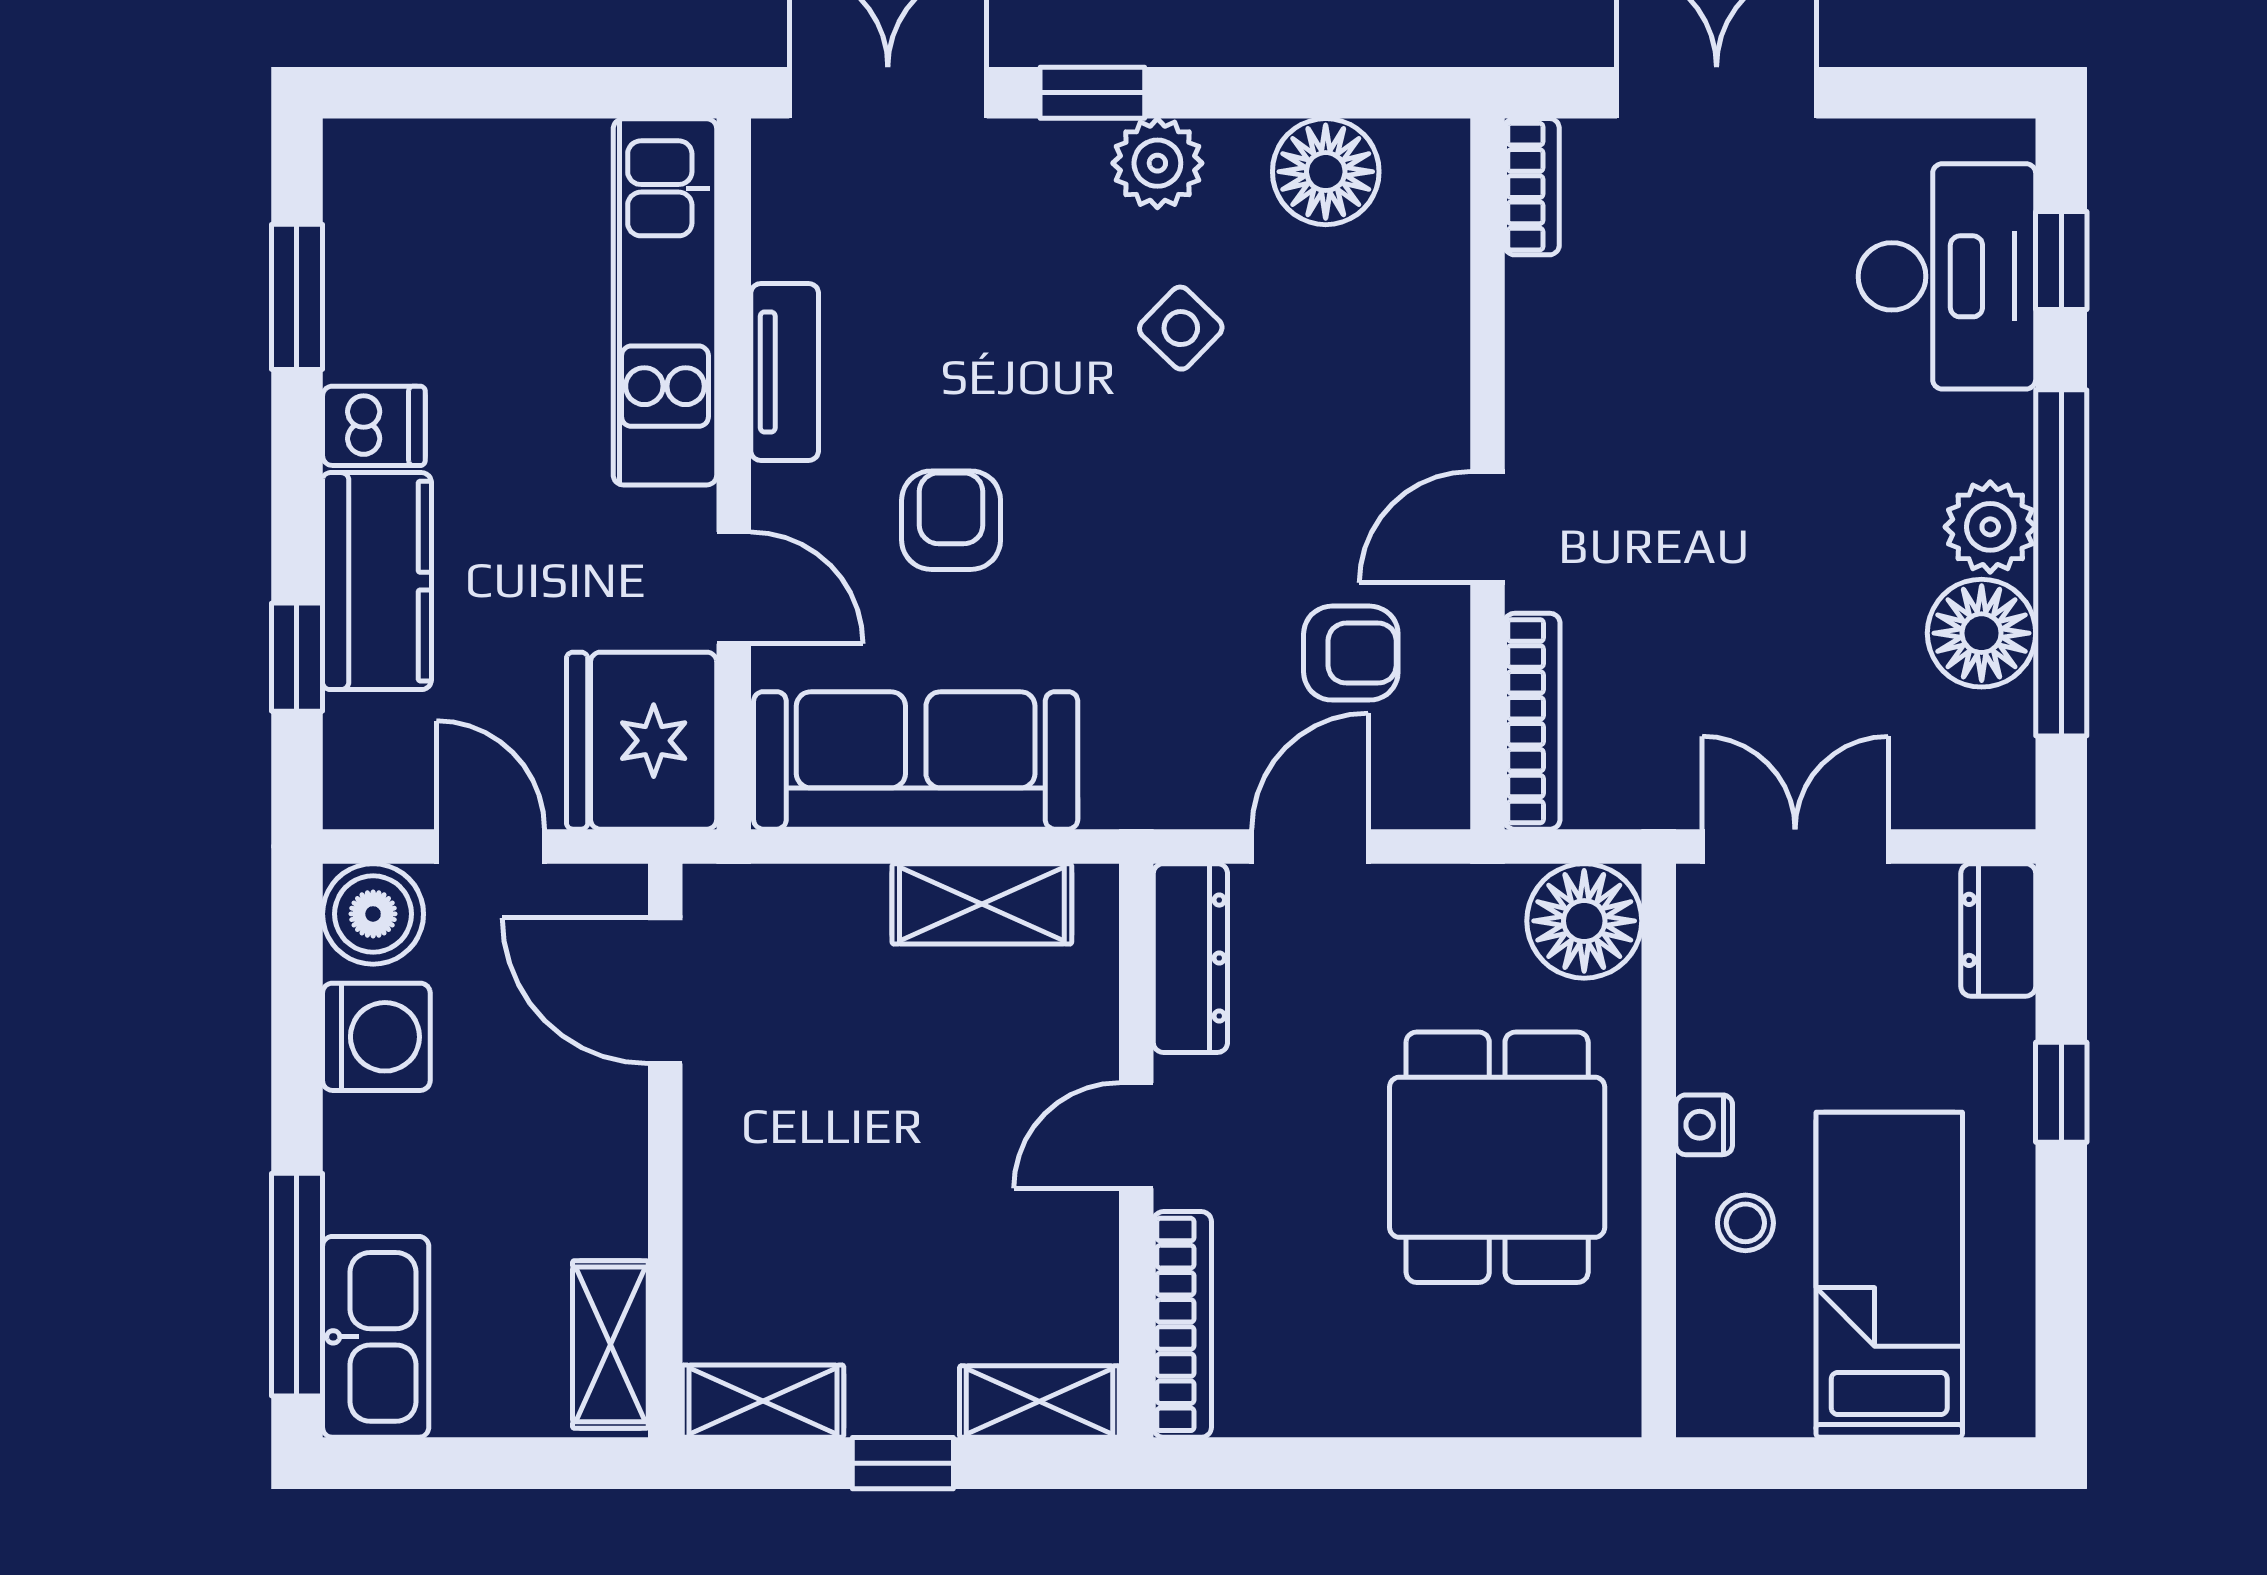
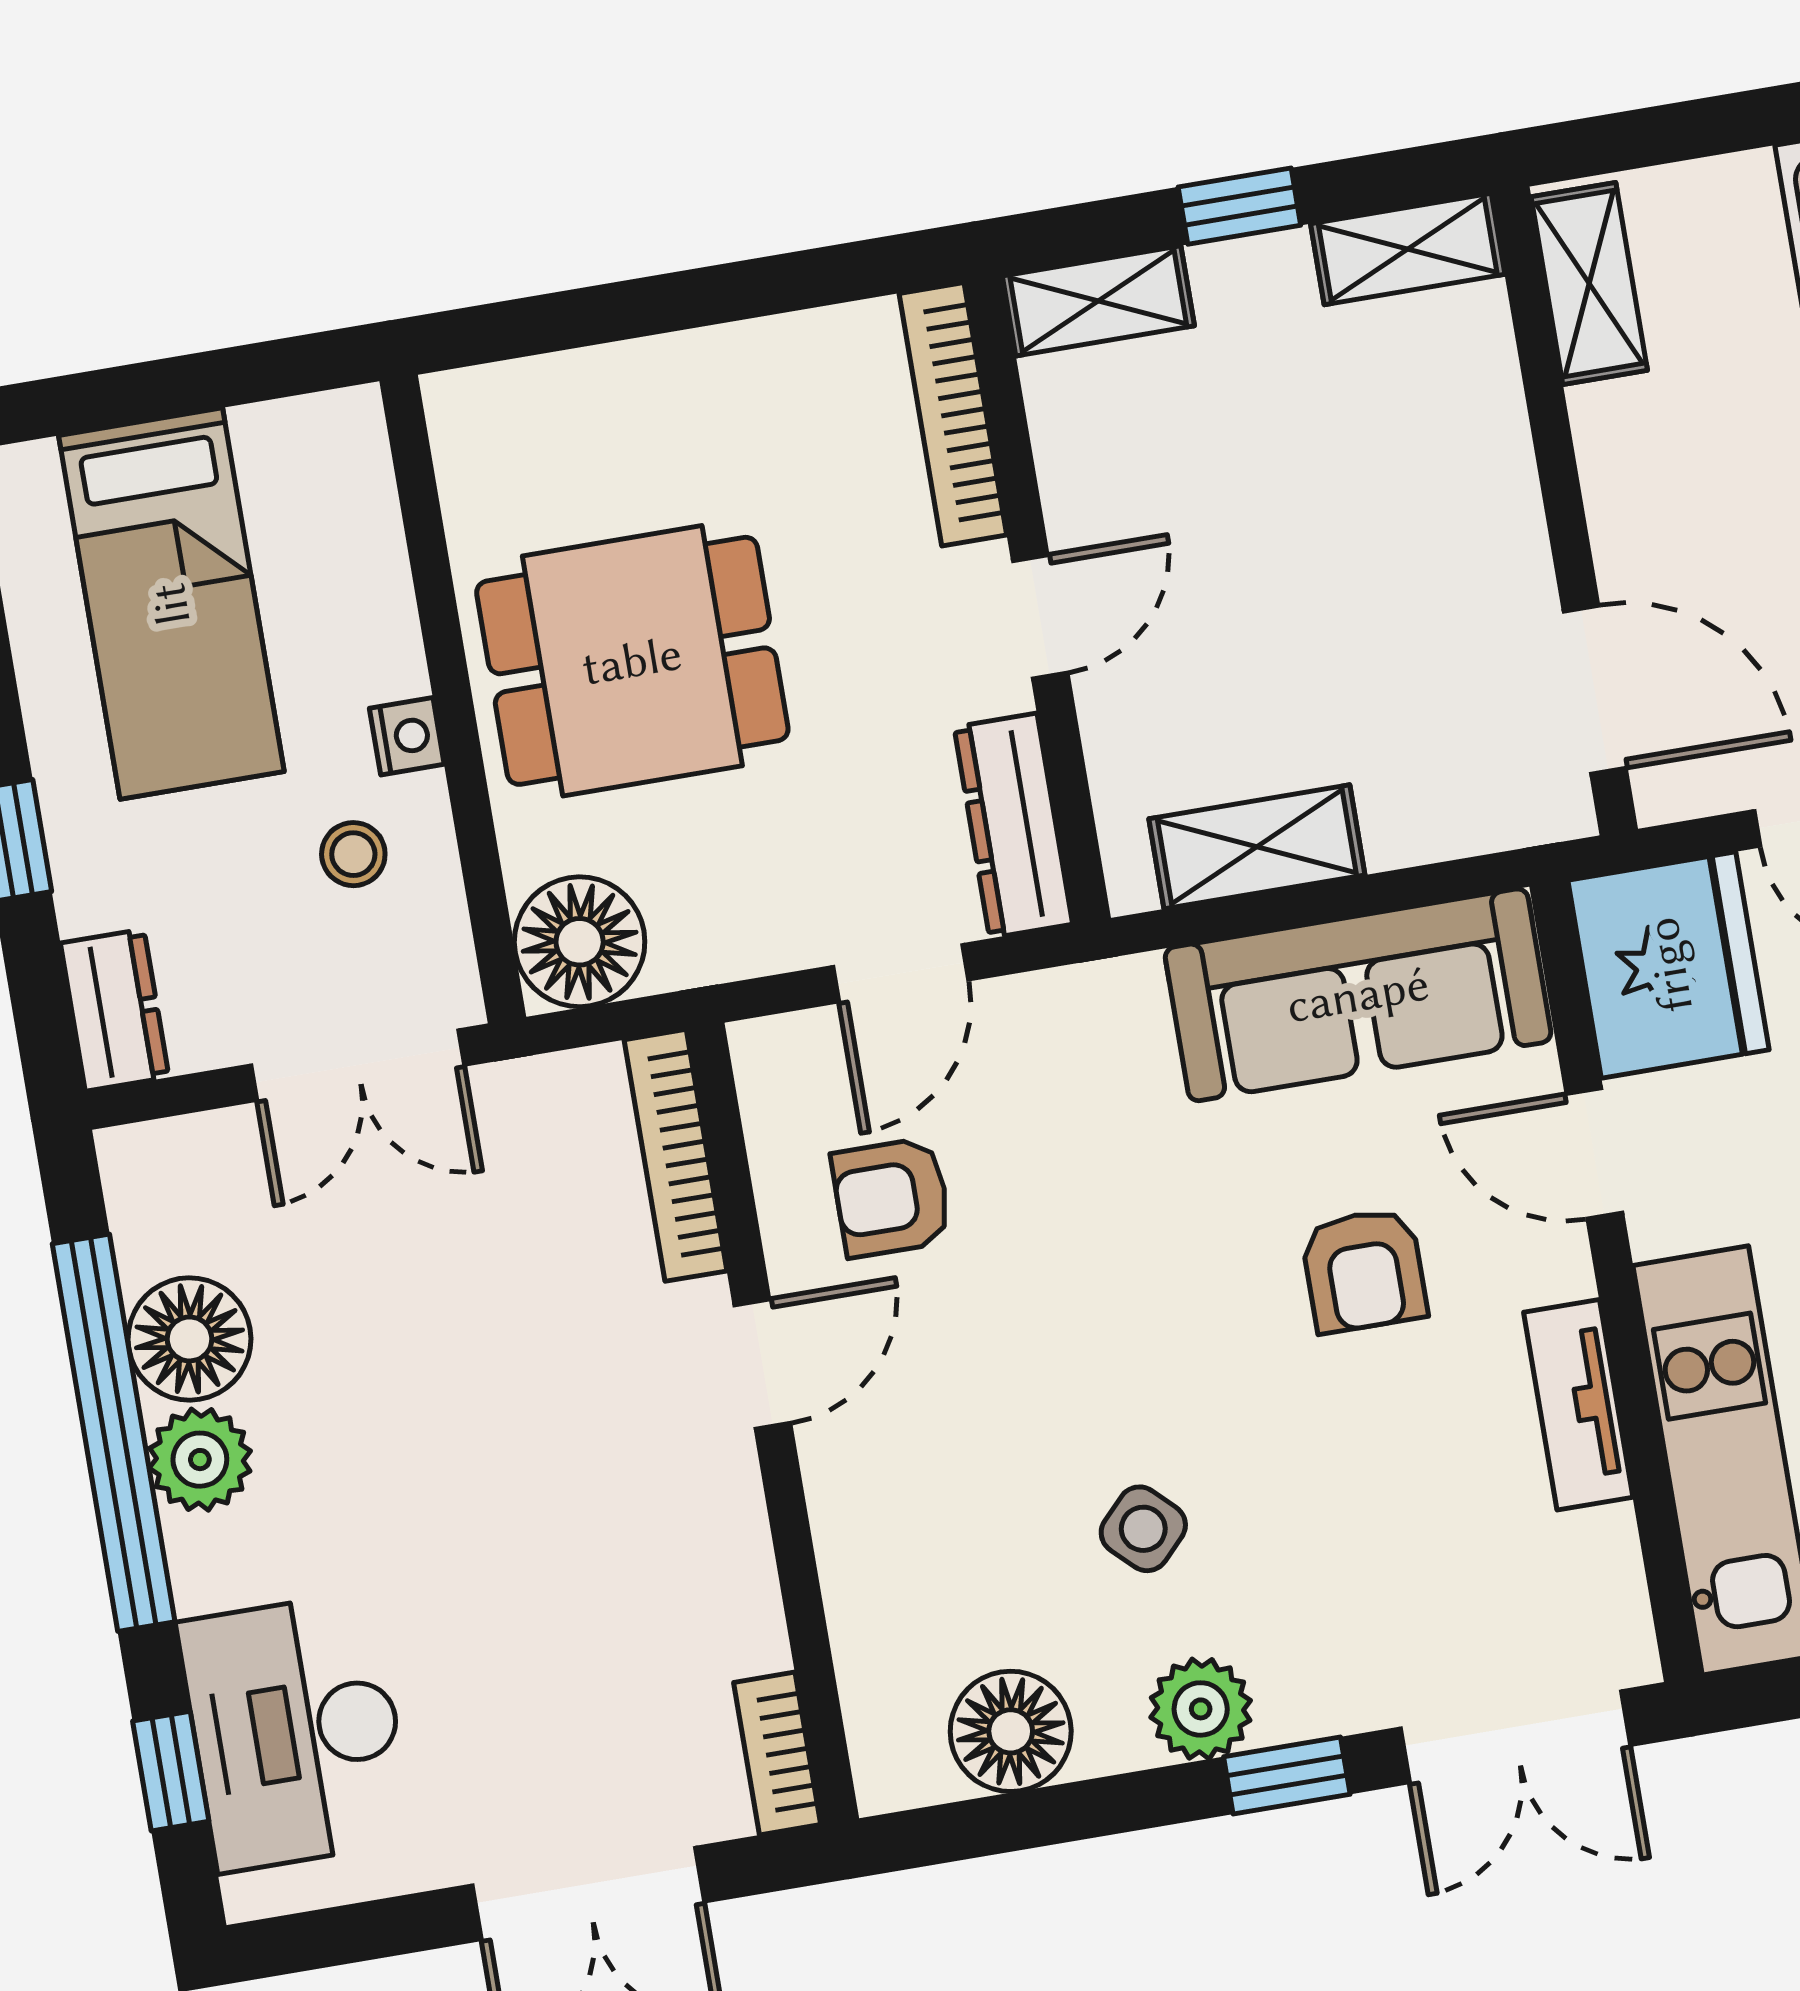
dining table: (1497, 1157) -> (632, 661), turned 90
stool: (1745, 1223) -> (353, 854), moved

